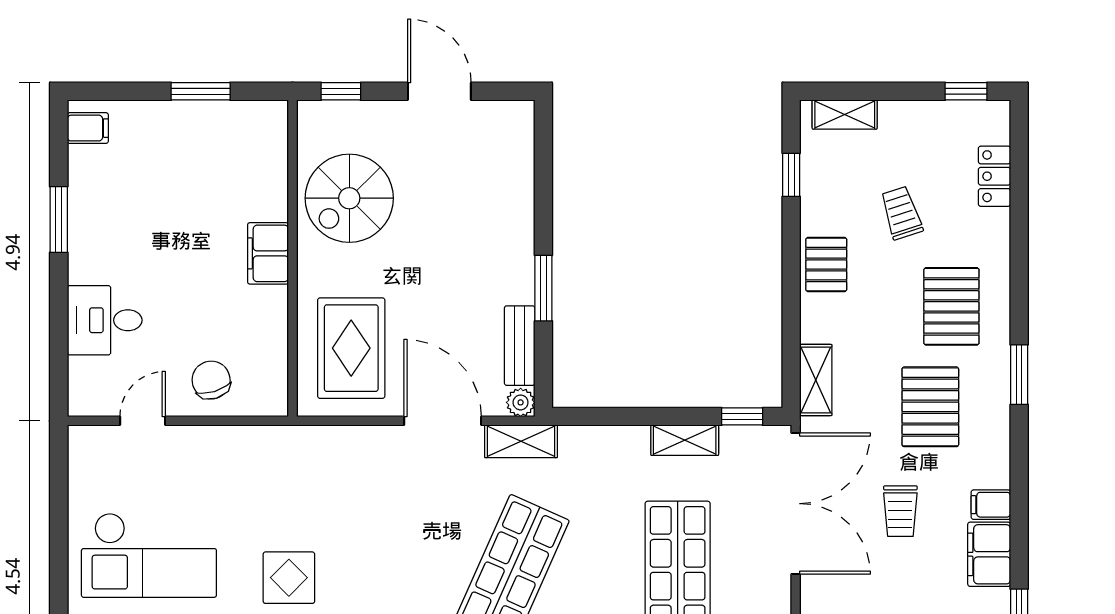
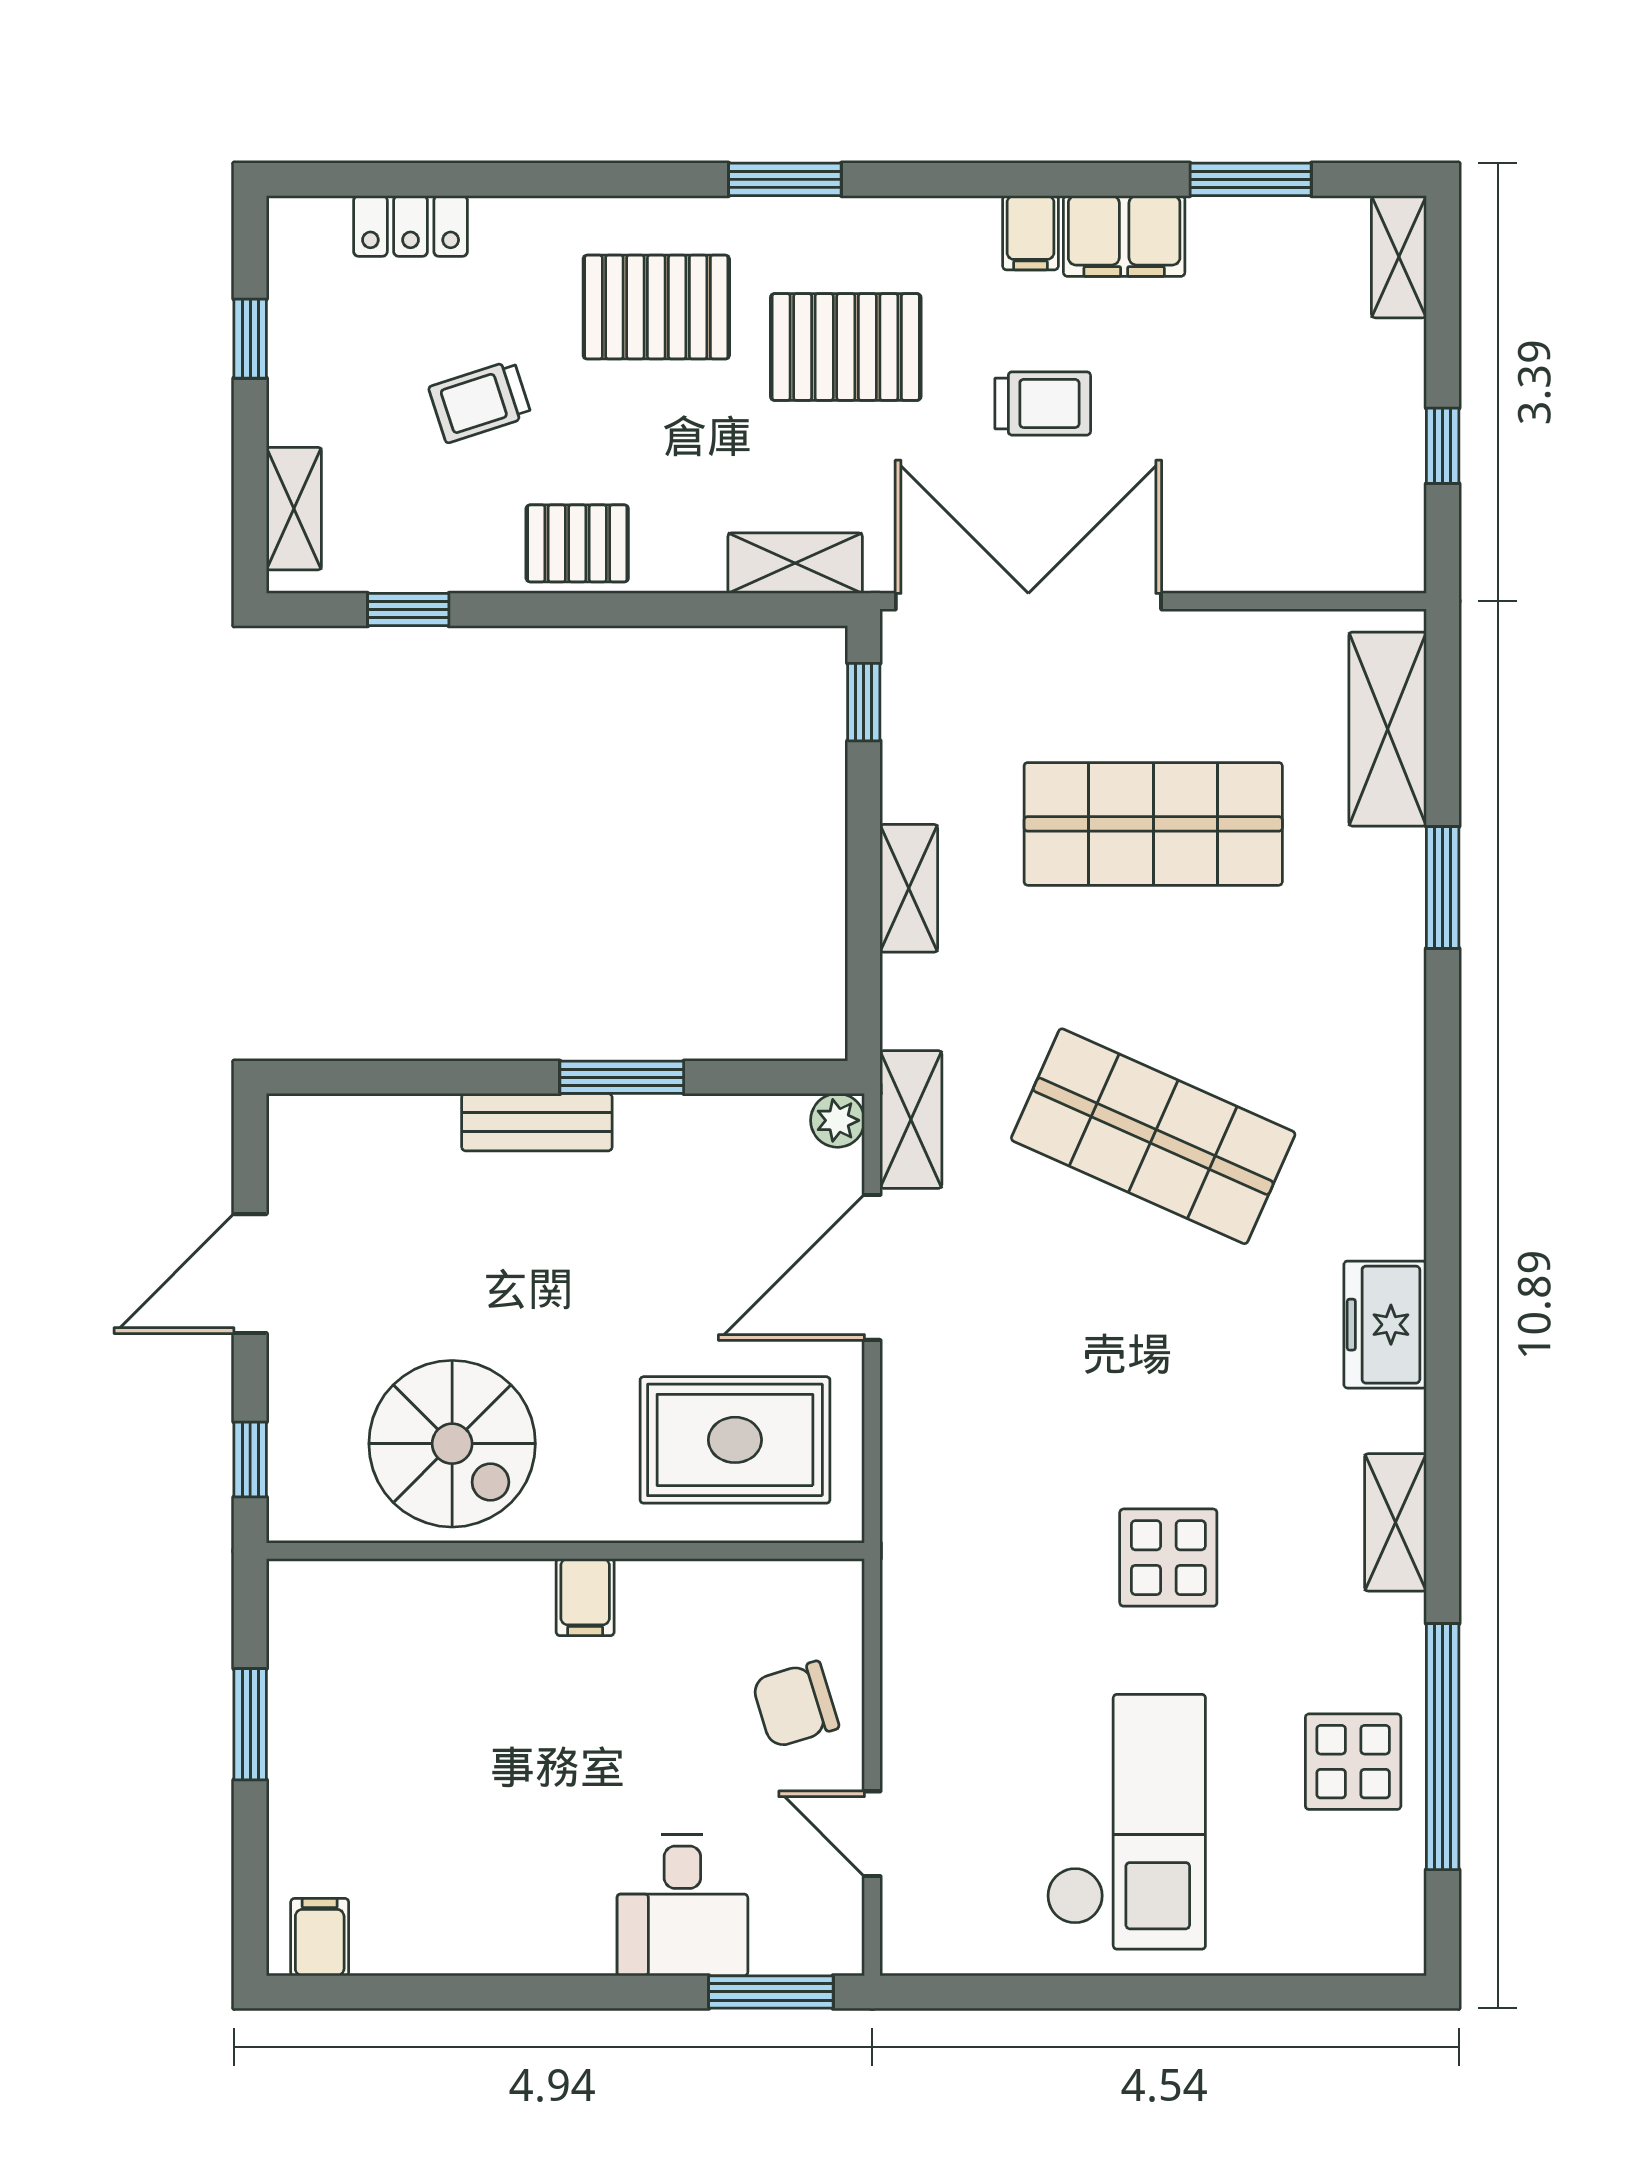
window: (966, 91) -> (250, 339), moved
window: (59, 220) -> (771, 1992), moved
filing cabinet: (268, 253) -> (585, 1597), width x0.50
bench: (520, 346) -> (537, 1122), moved
shelving: (685, 440) -> (909, 888), moved

